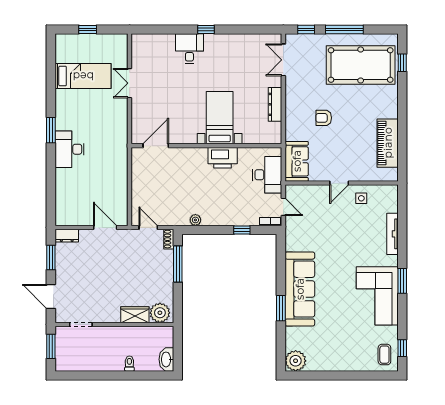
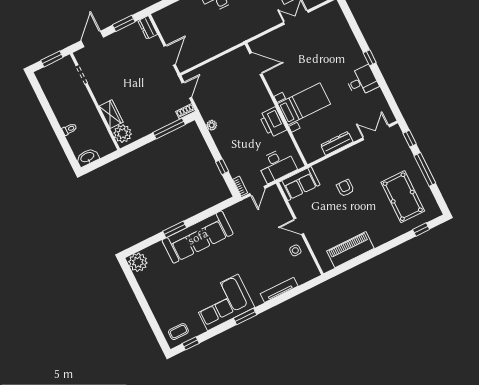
desk: (189, 49) -> (362, 81), moved
pool table: (361, 65) -> (403, 197), width x0.73, depth x0.76

